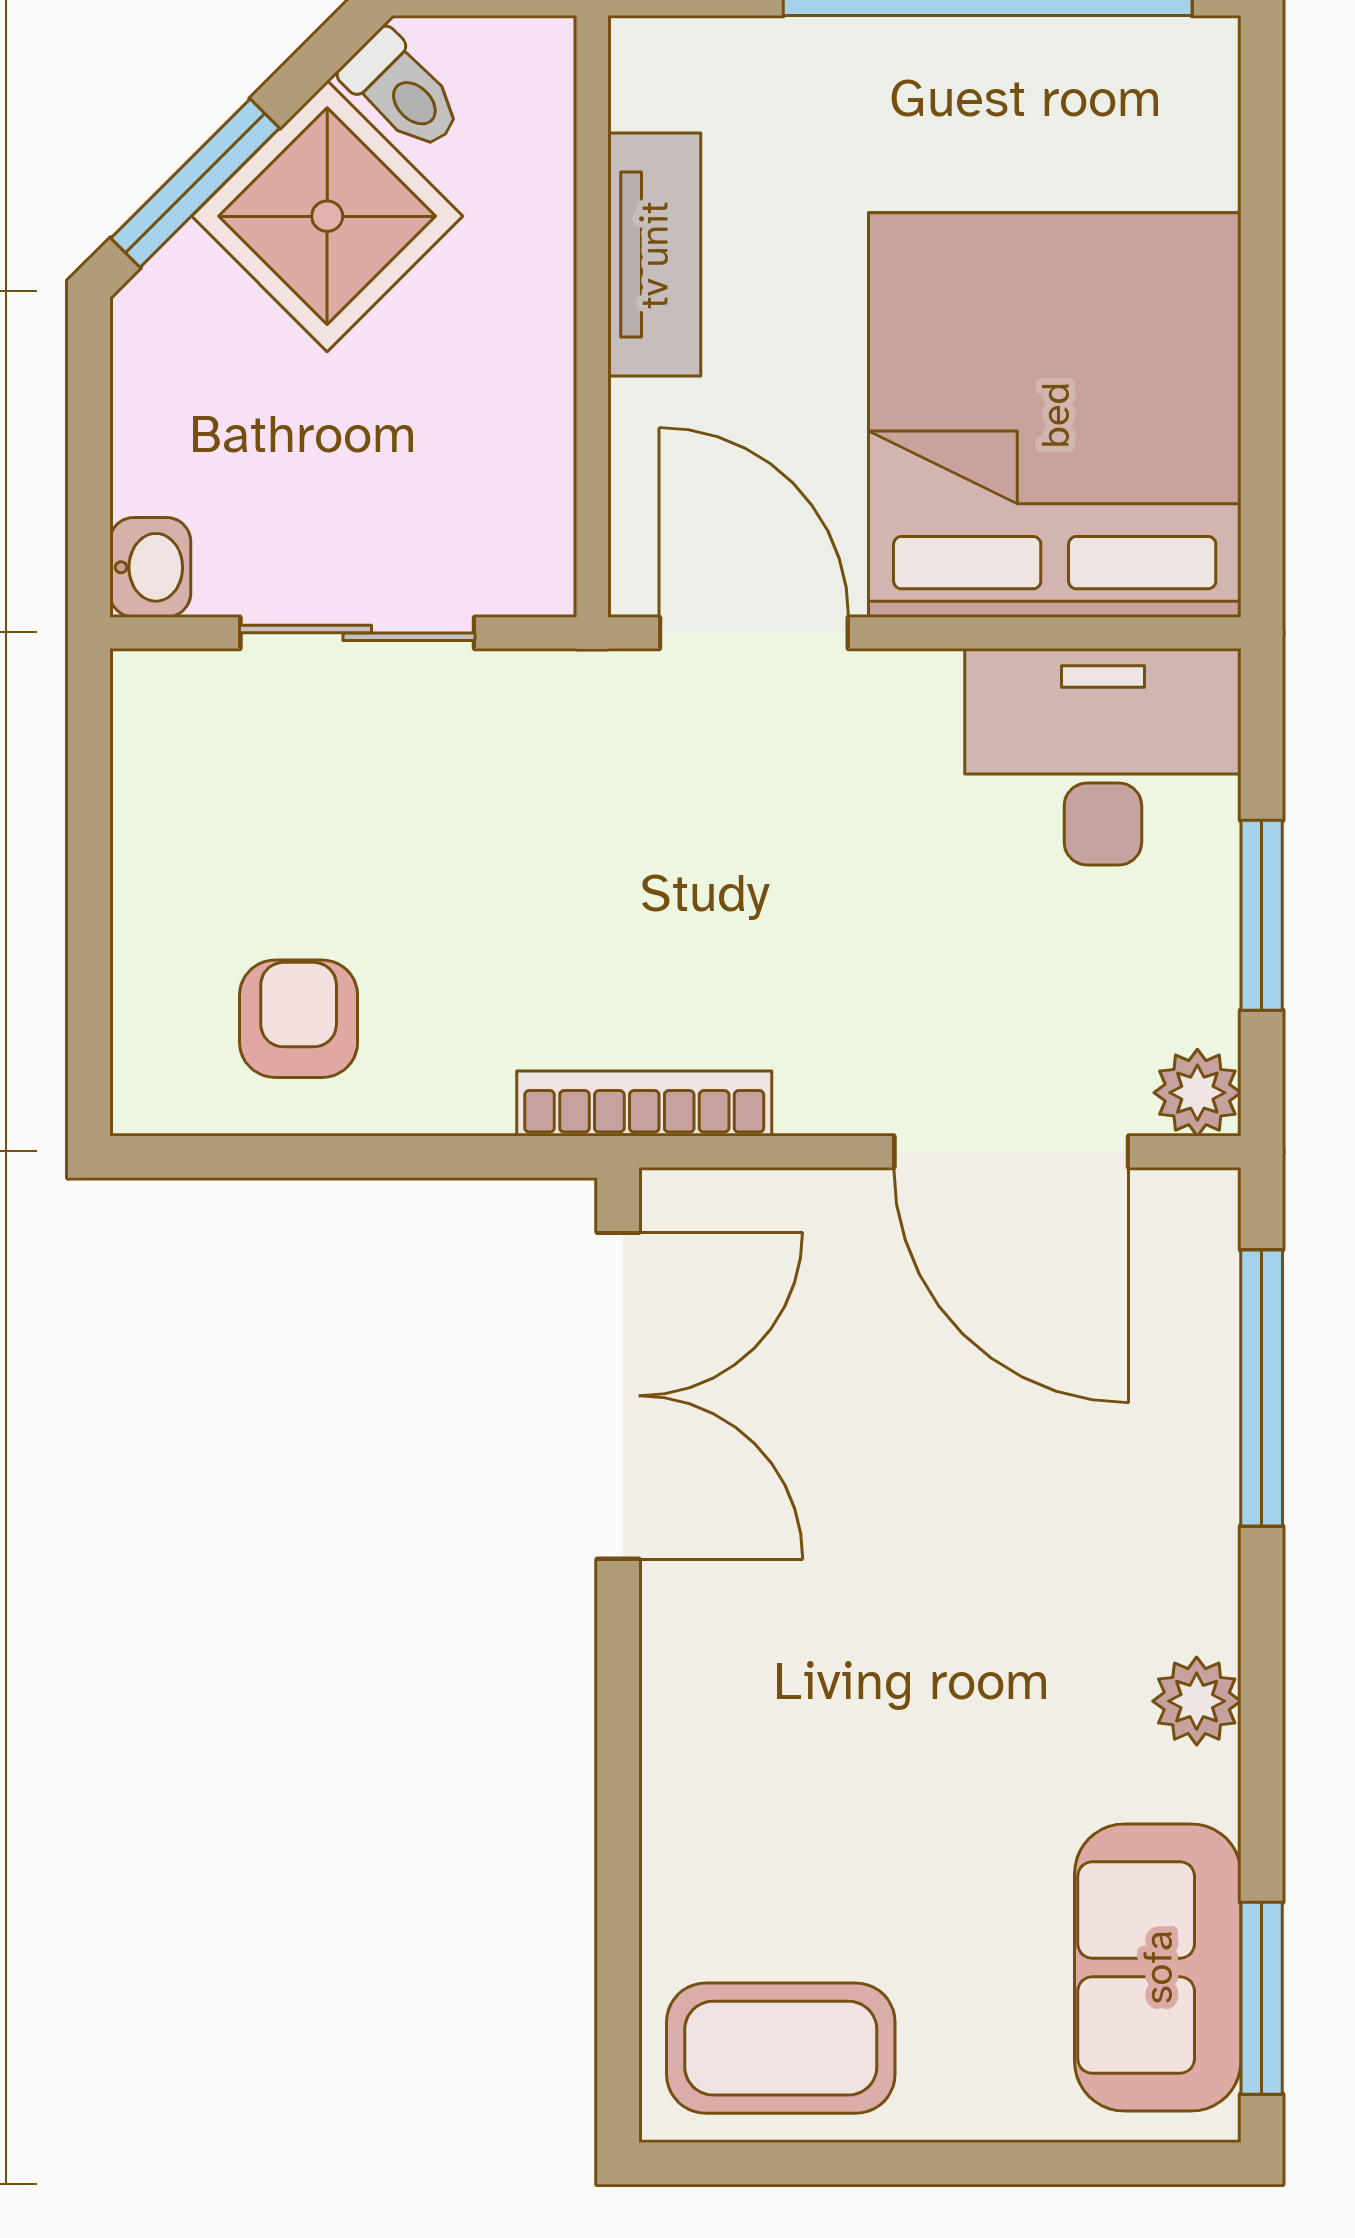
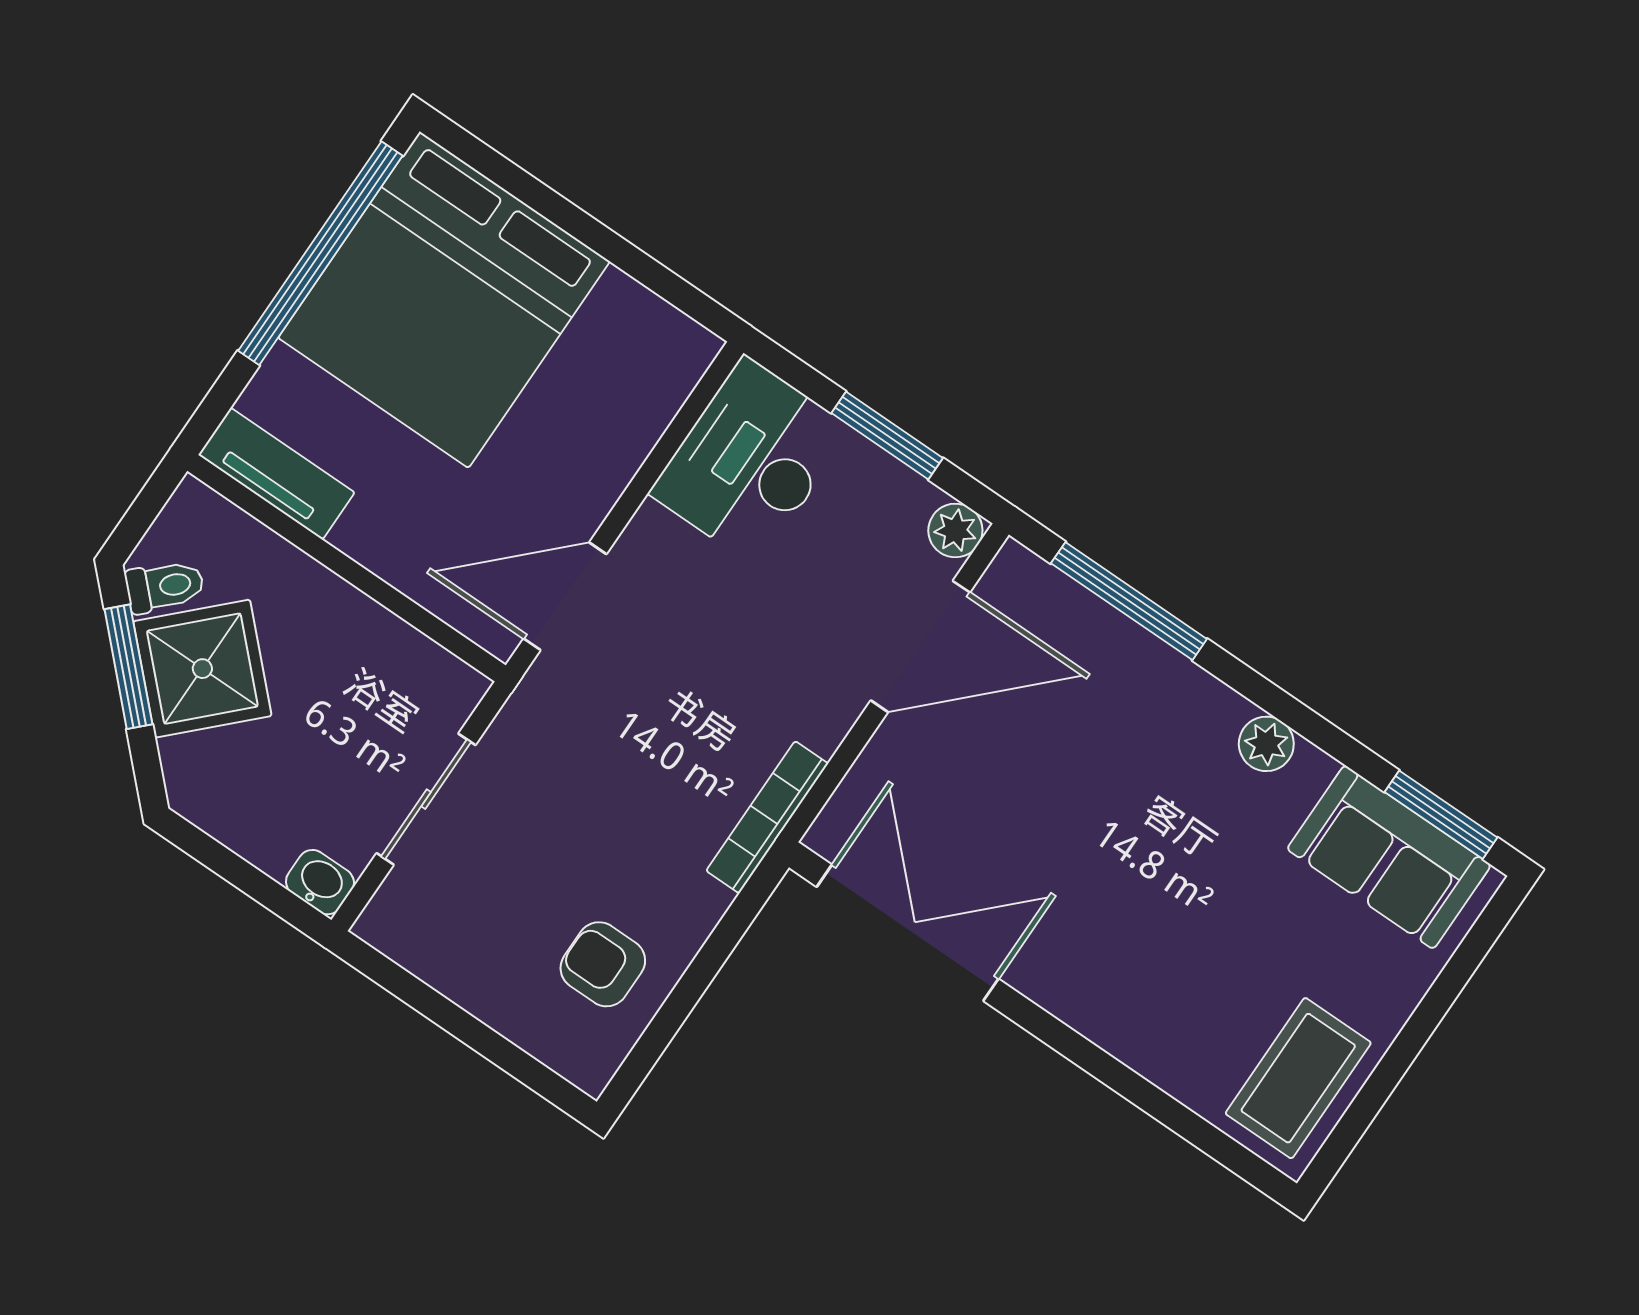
window: (195, 183) -> (128, 667), moved
tv unit: (654, 255) -> (276, 474), moved
bed: (1055, 415) -> (444, 300), moved, turned -90

